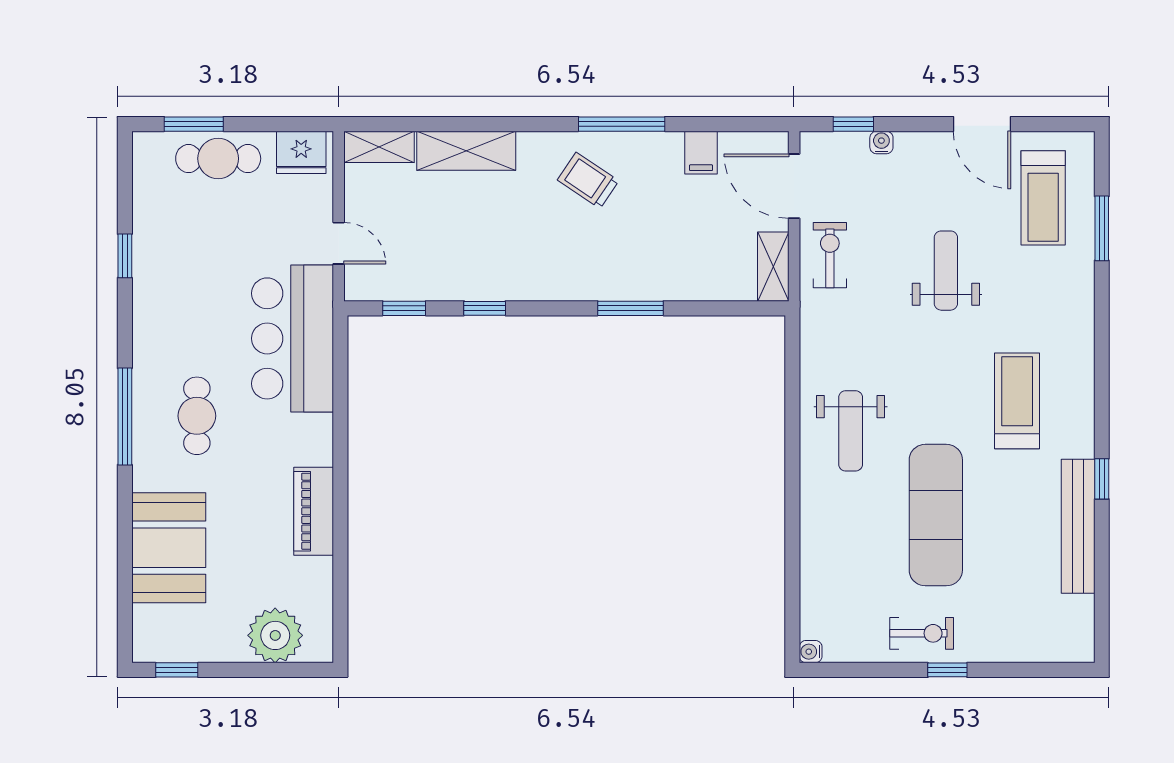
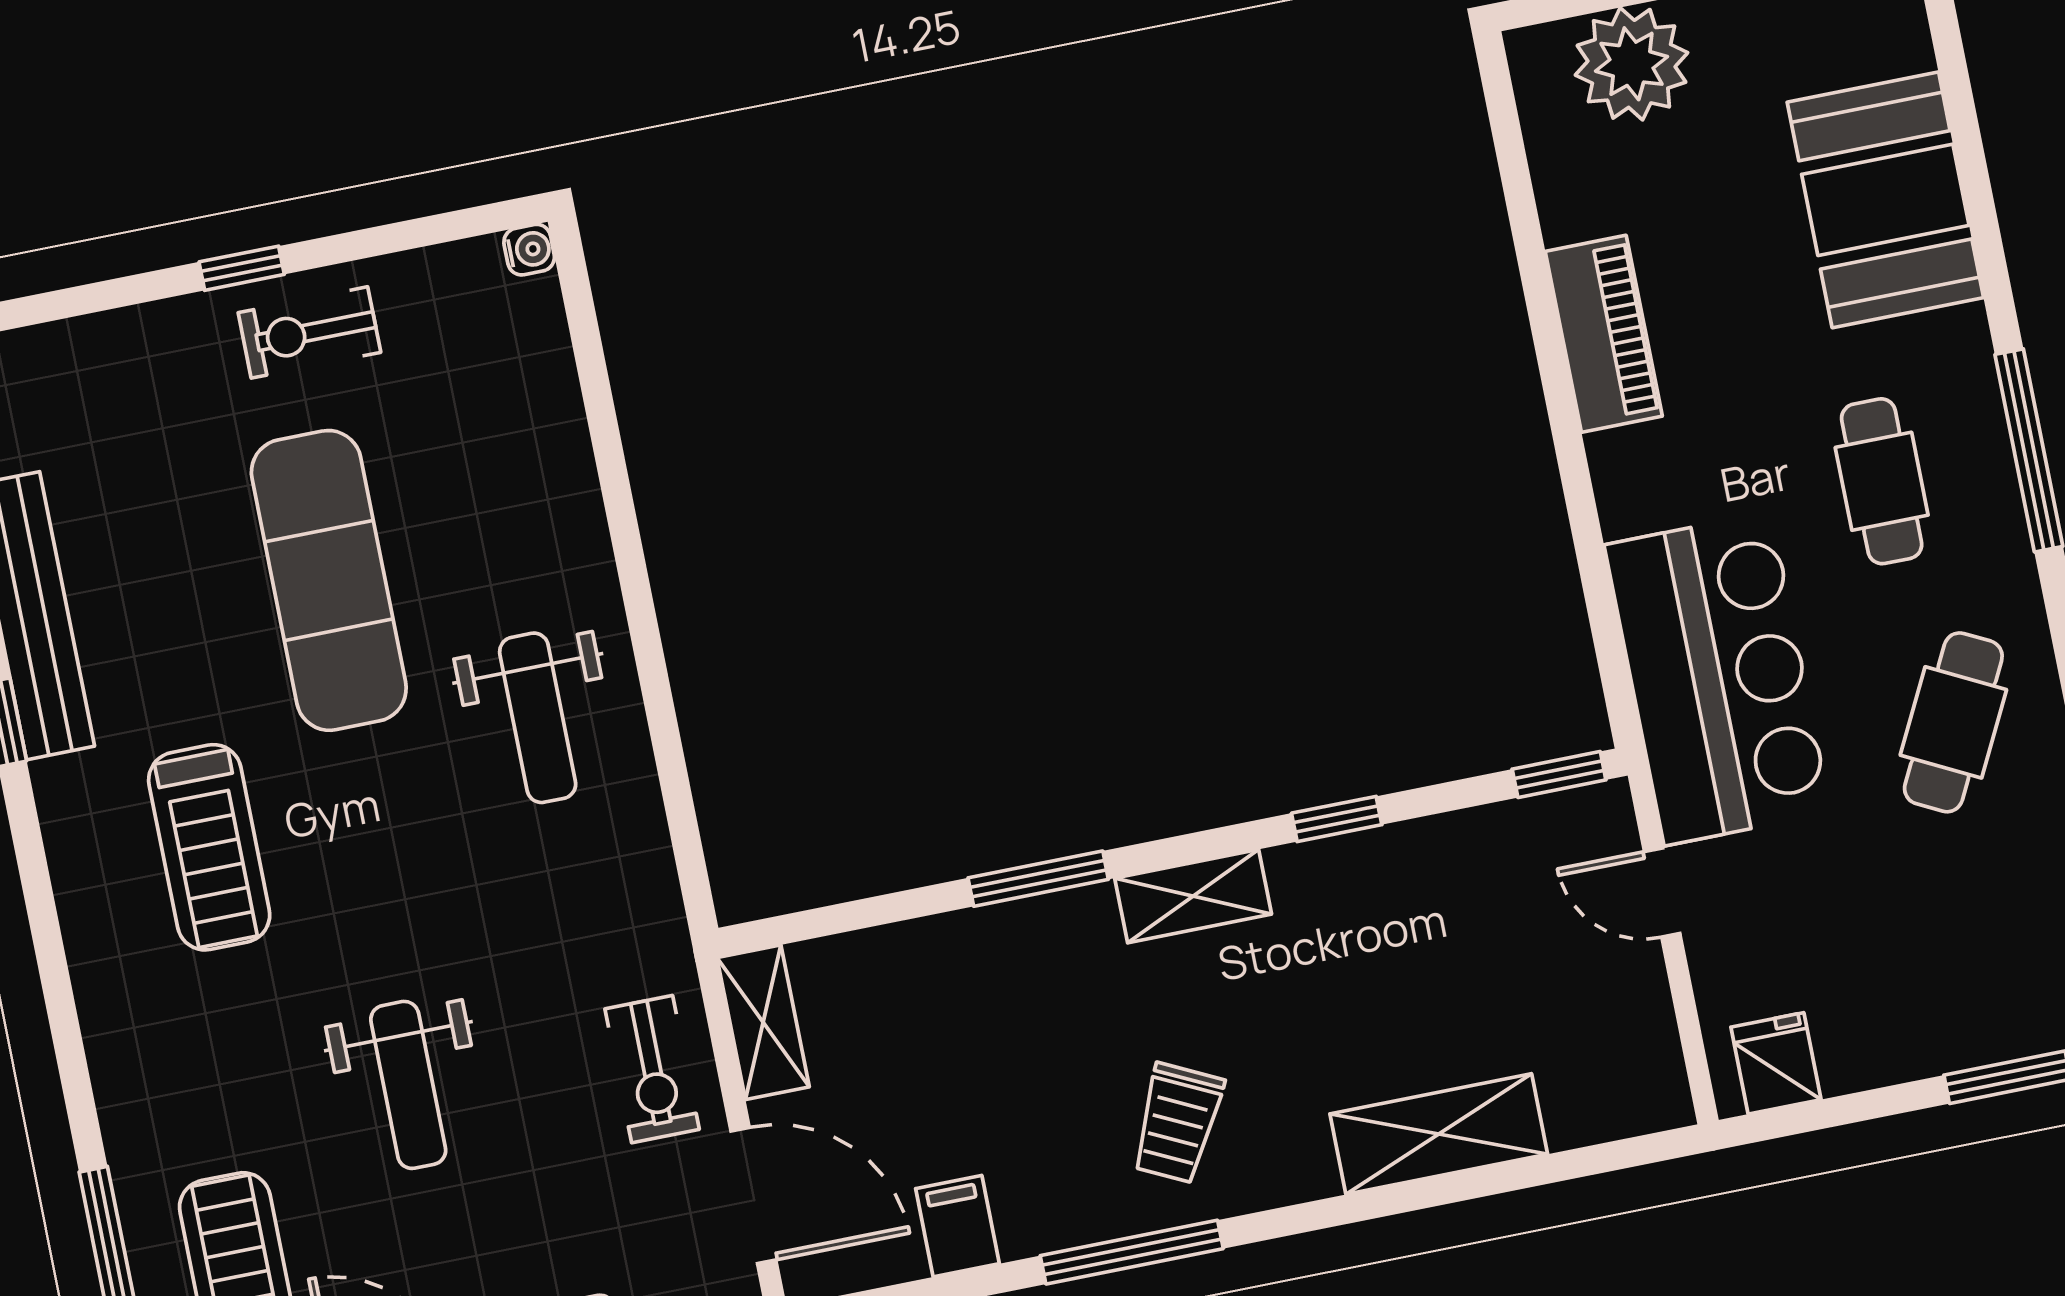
shelving: (379, 147) -> (1193, 896), moved
fridge: (301, 152) -> (1776, 1063), width x0.72
cafe table: (218, 159) -> (1953, 722), moved, turned -63
trolley: (588, 180) -> (1177, 1123), turned 82
window: (404, 308) -> (1559, 775), moved
weight bench: (851, 431) -> (538, 718), turned 180

